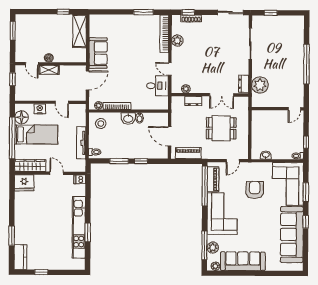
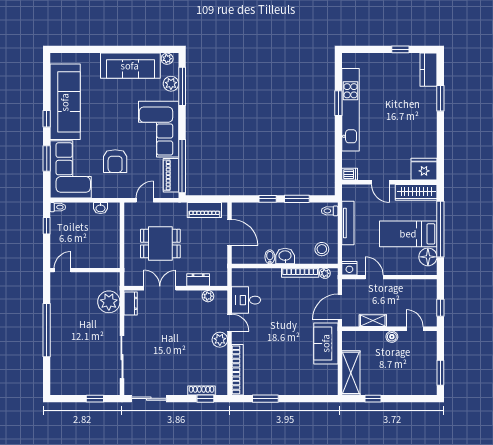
plant: (177, 41) -> (220, 340), moved
shelving: (49, 70) -> (373, 321), moved
nightstand: (40, 109) -> (349, 268), moved

